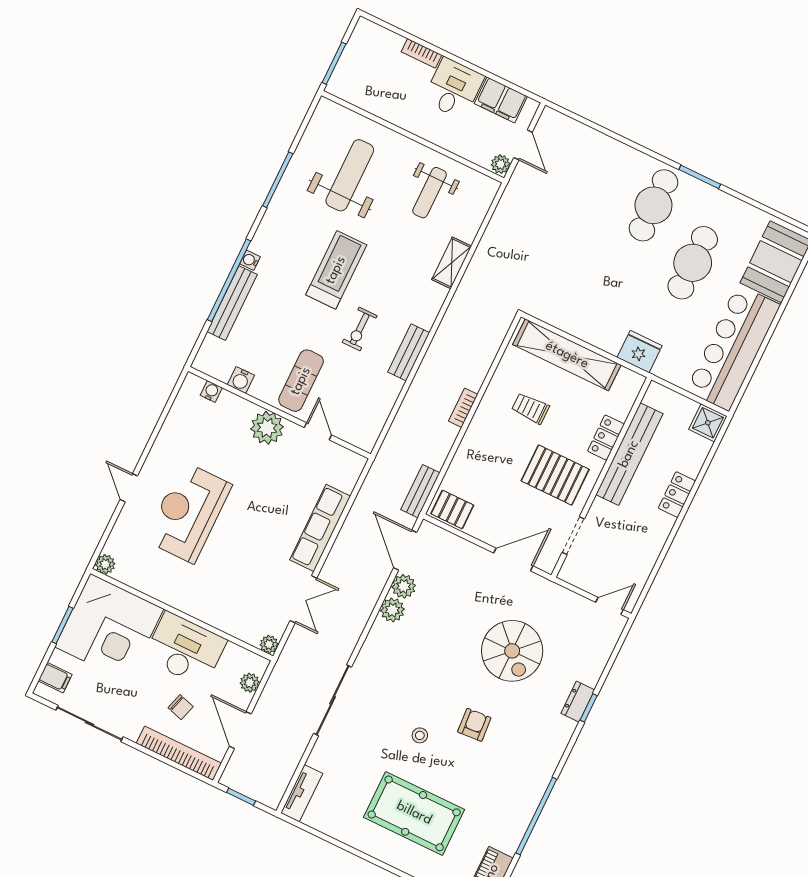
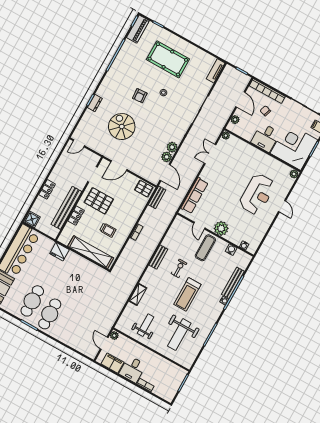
cafe table: (693, 263) -> (32, 301), moved
row of seats: (320, 528) -> (194, 196), moved
desk: (185, 649) -> (265, 138), width x0.73

